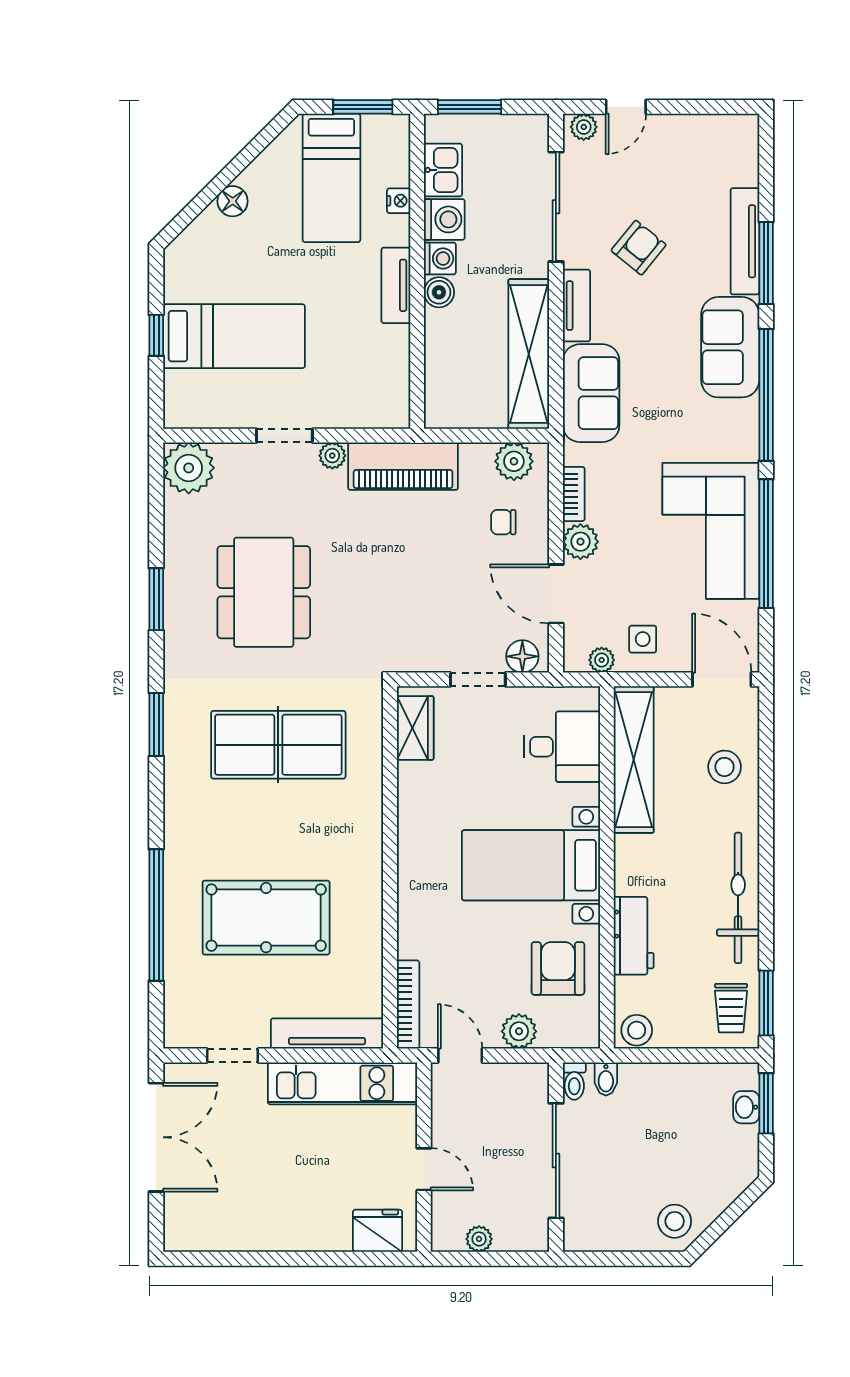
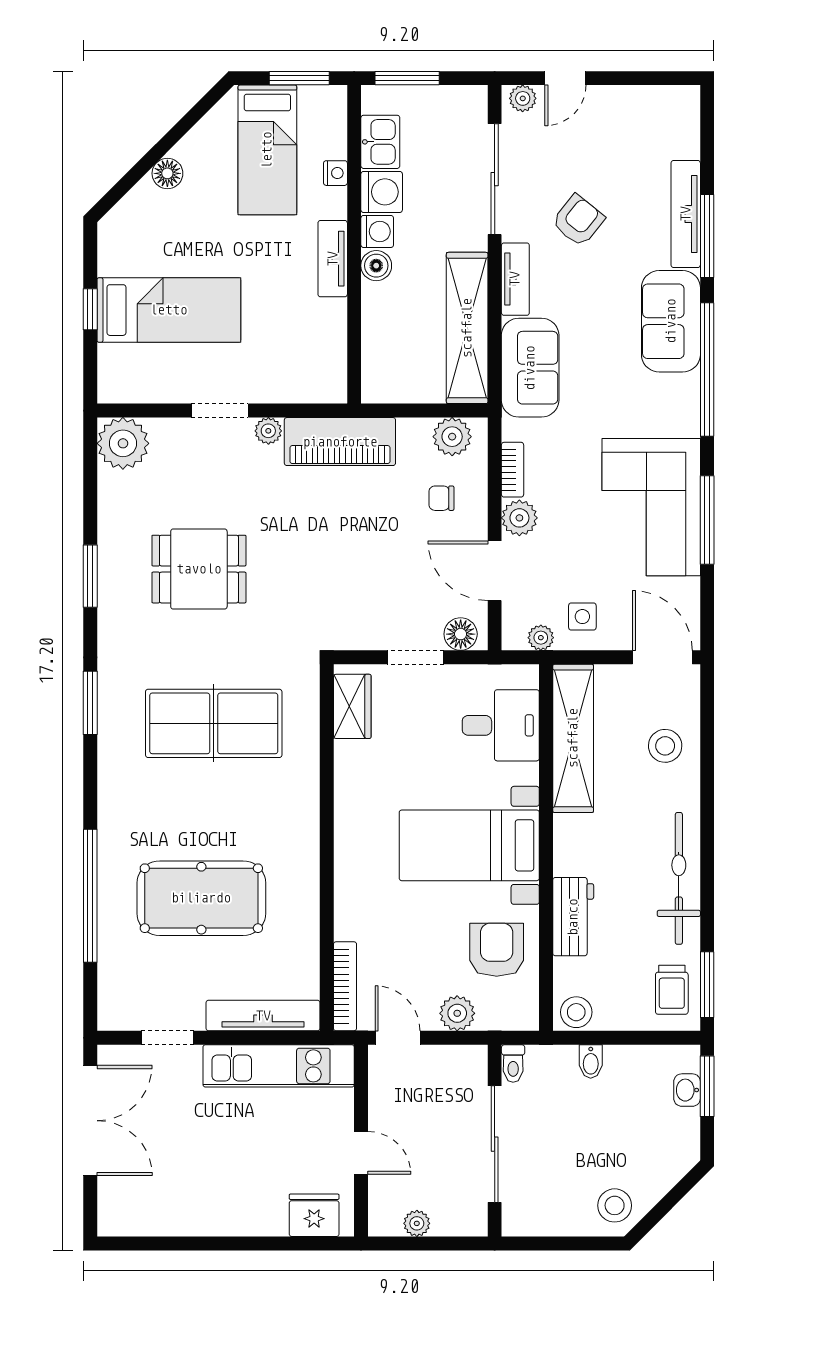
window: (766, 544) -> (707, 520), width x0.68
dining table: (264, 592) -> (199, 569), width x0.73
bidet: (606, 1079) -> (591, 1061), moved

